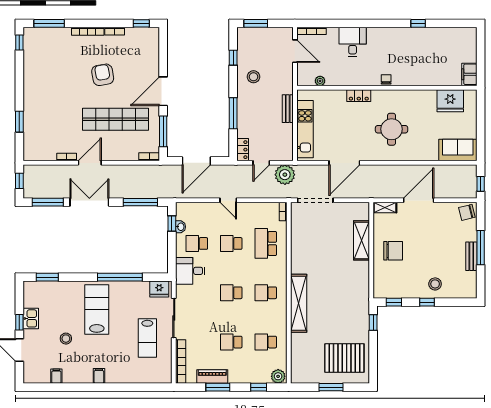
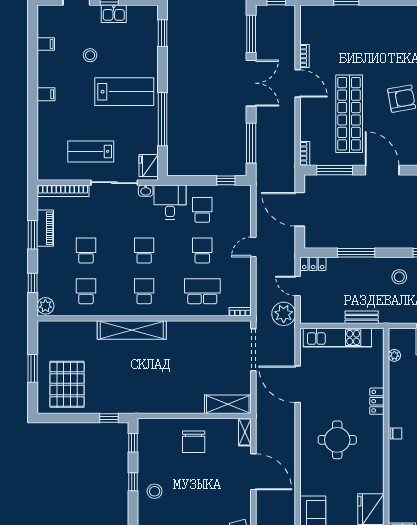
washbasin: (181, 227) -> (146, 191), moved
shelving: (361, 240) -> (228, 404), moved

